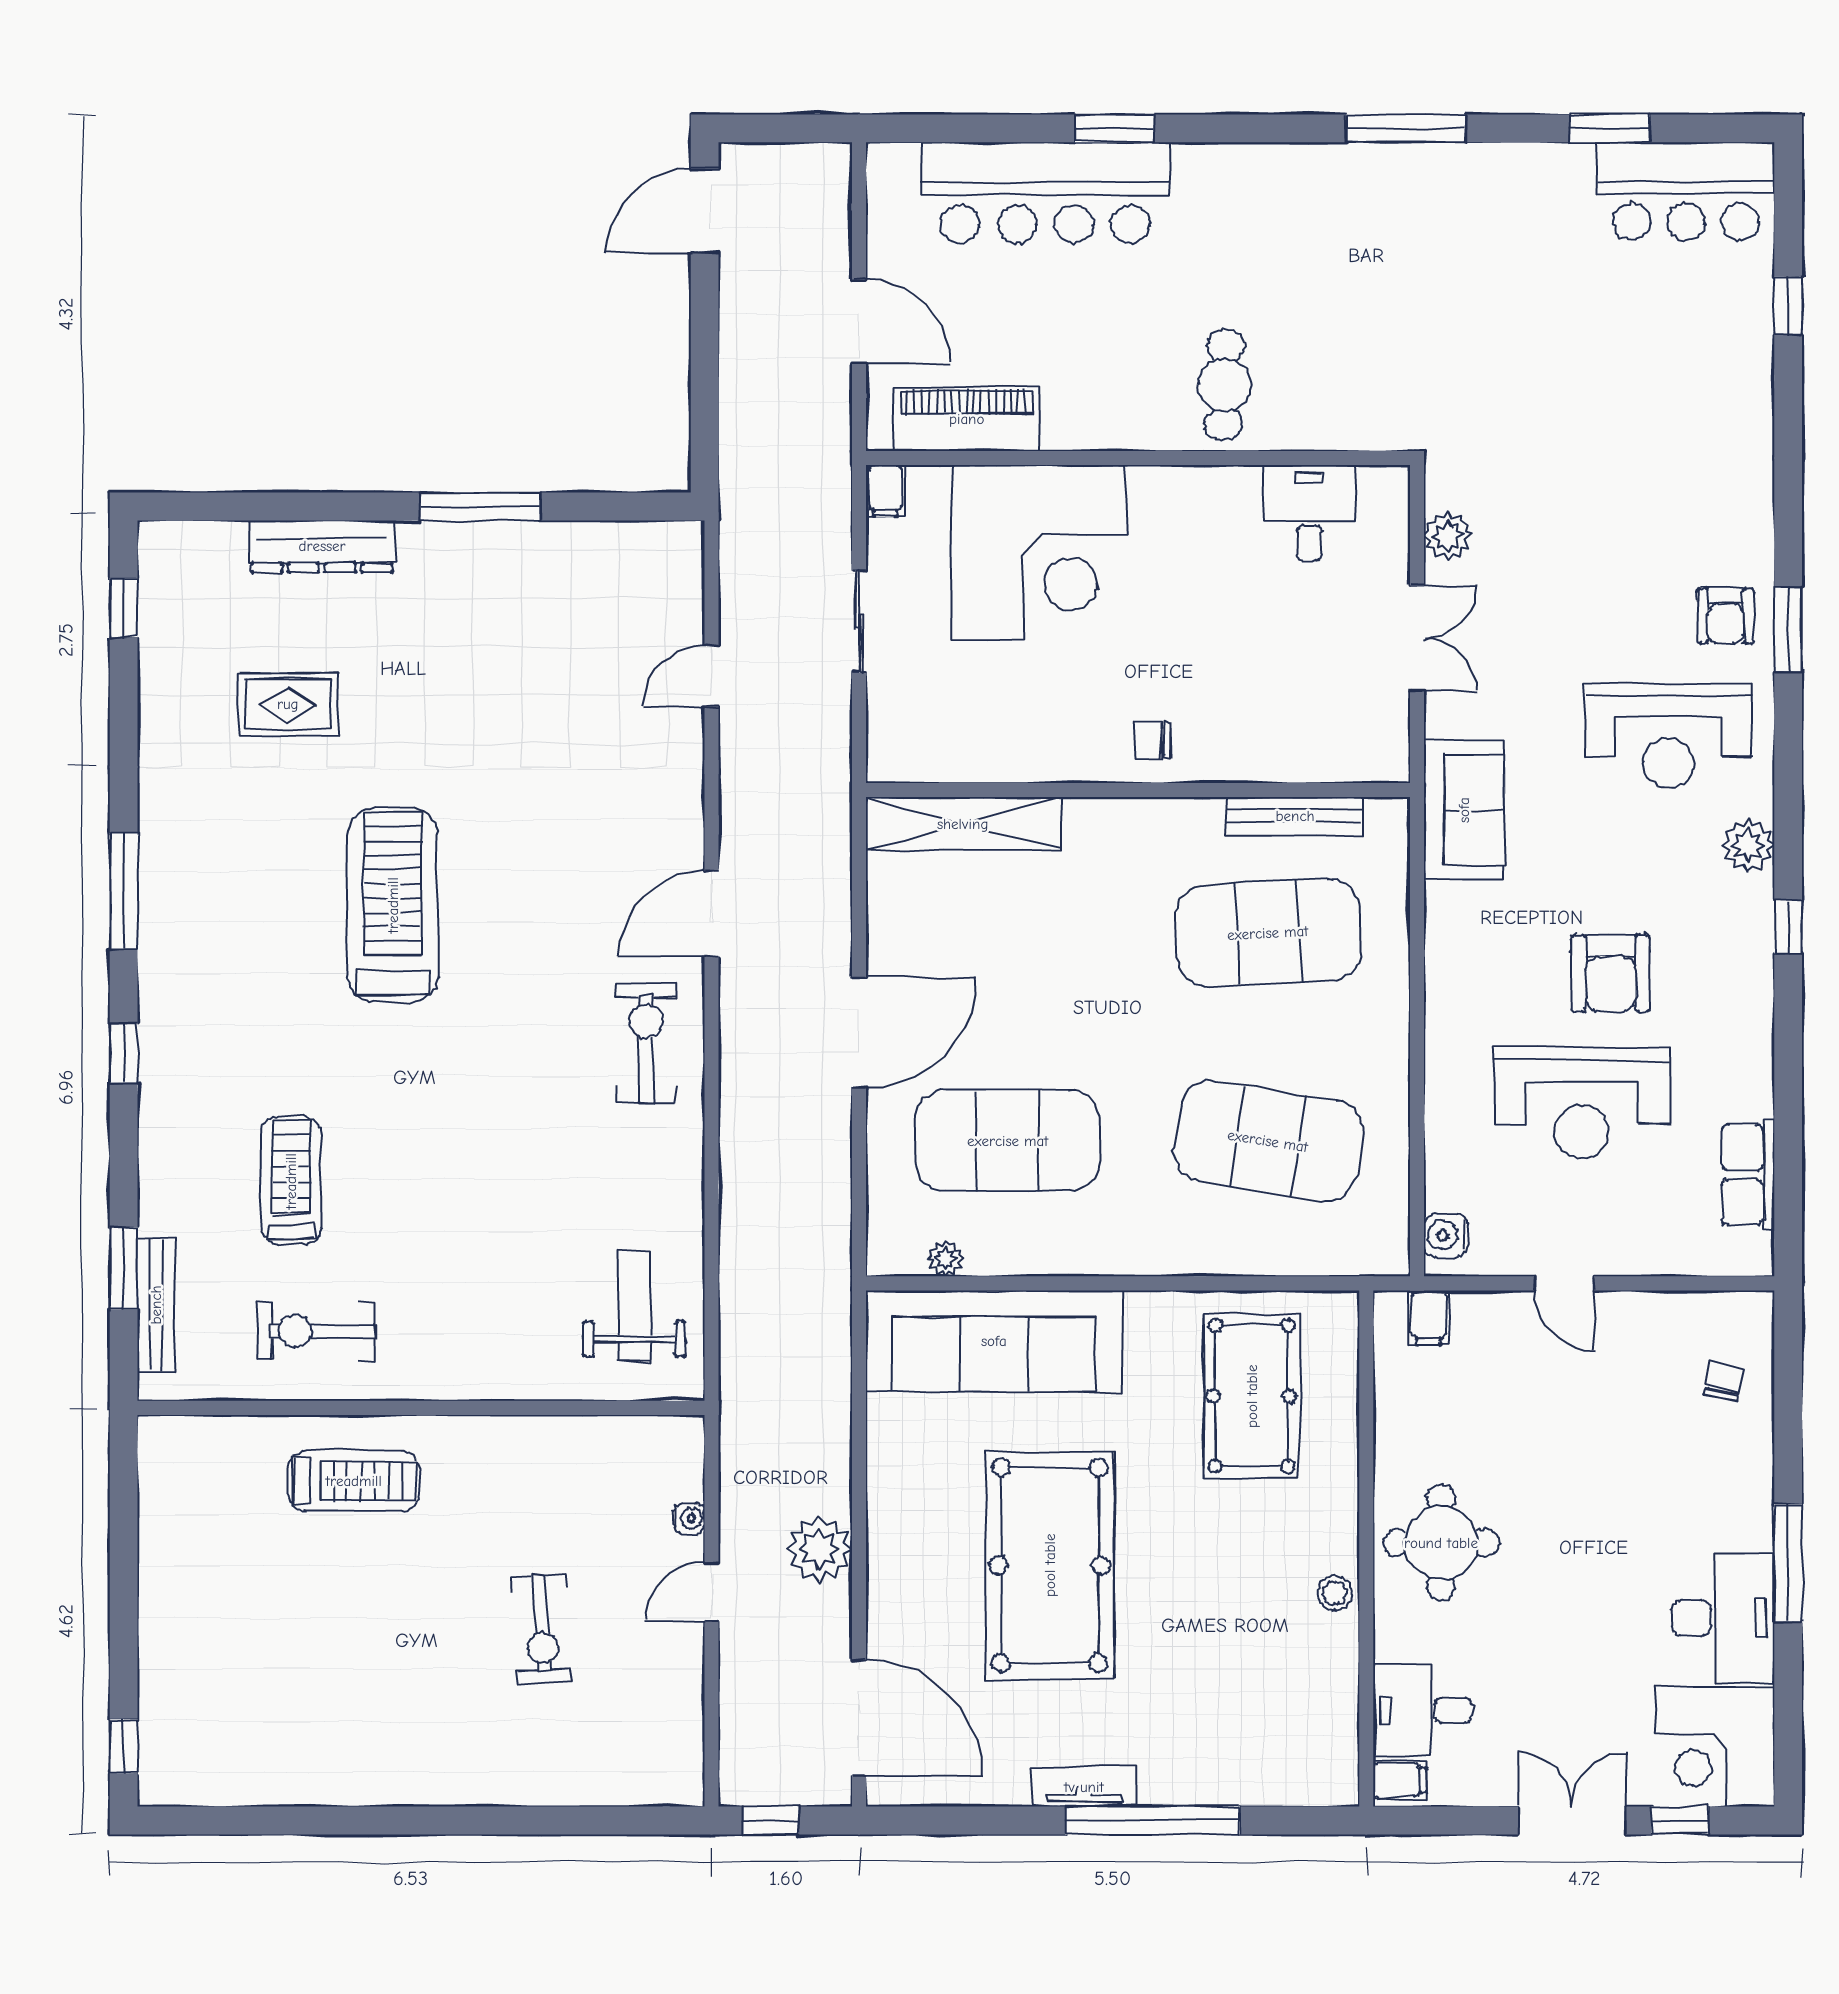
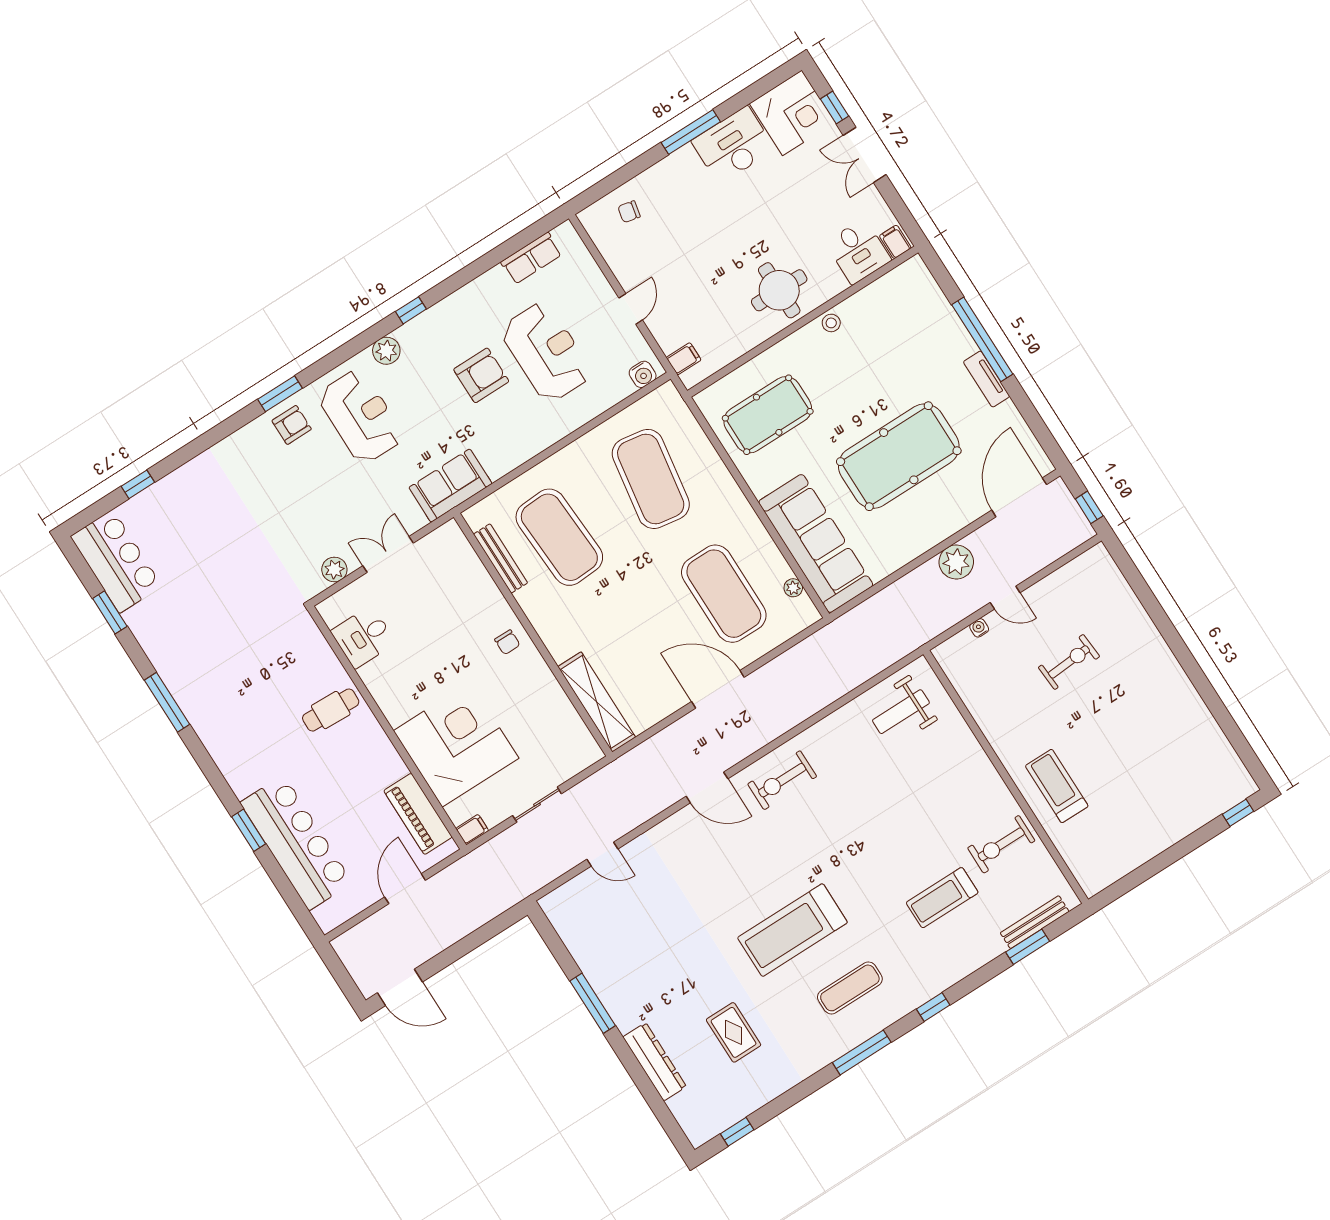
exercise mat: (240, 938) -> (850, 988), added
exercise bike: (316, 1331) -> (1001, 844), turned 90

